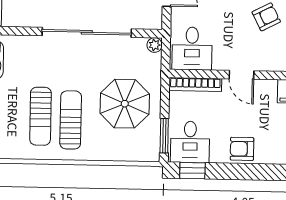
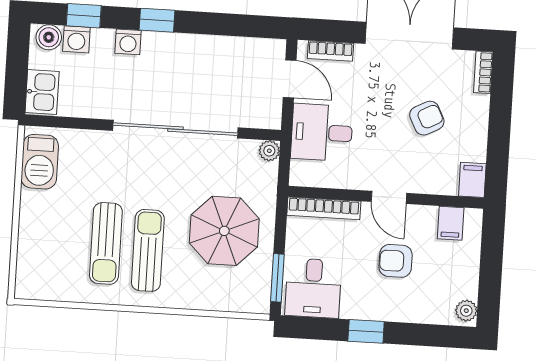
desk: (192, 48) -> (322, 132), moved, turned 90
armchair: (242, 149) -> (396, 261), moved
window: (192, 171) -> (366, 331), moved

